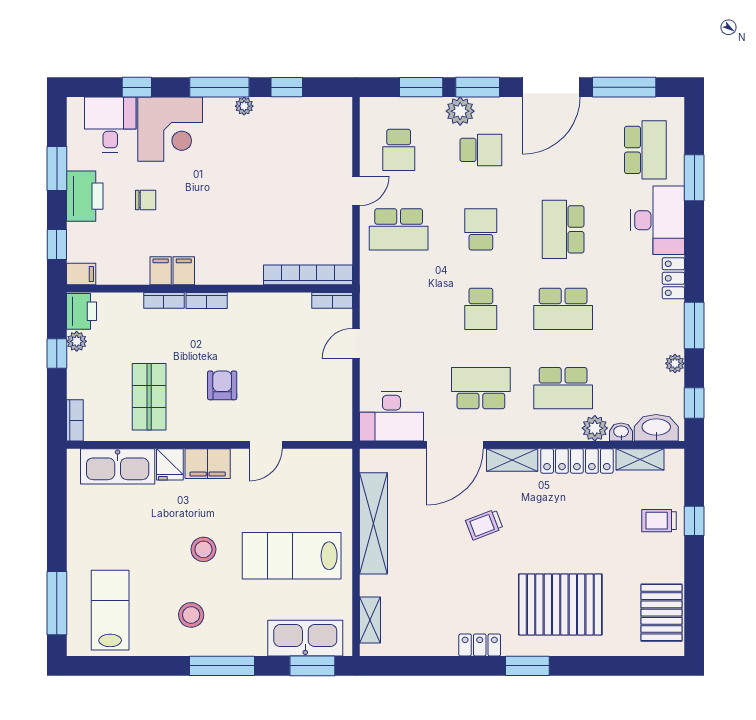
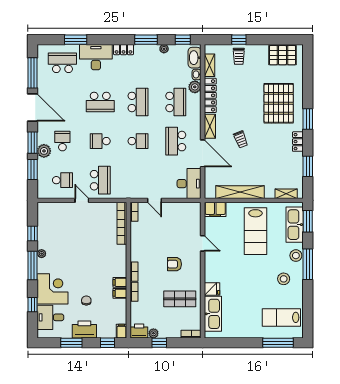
filing cabinet: (208, 464) -> (215, 209), moved, turned 90
stool: (203, 549) -> (296, 256), moved
window: (428, 666) -> (308, 166), added

